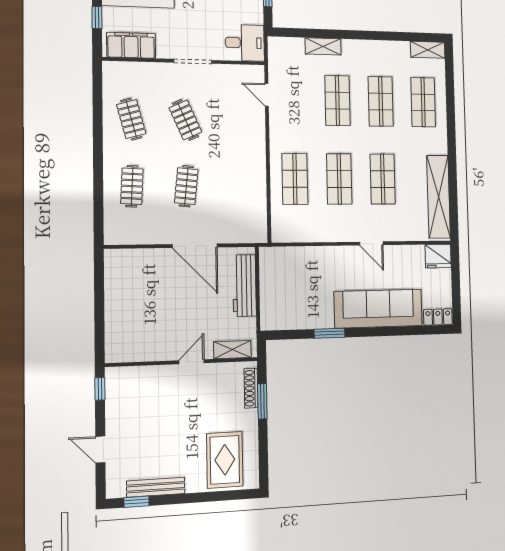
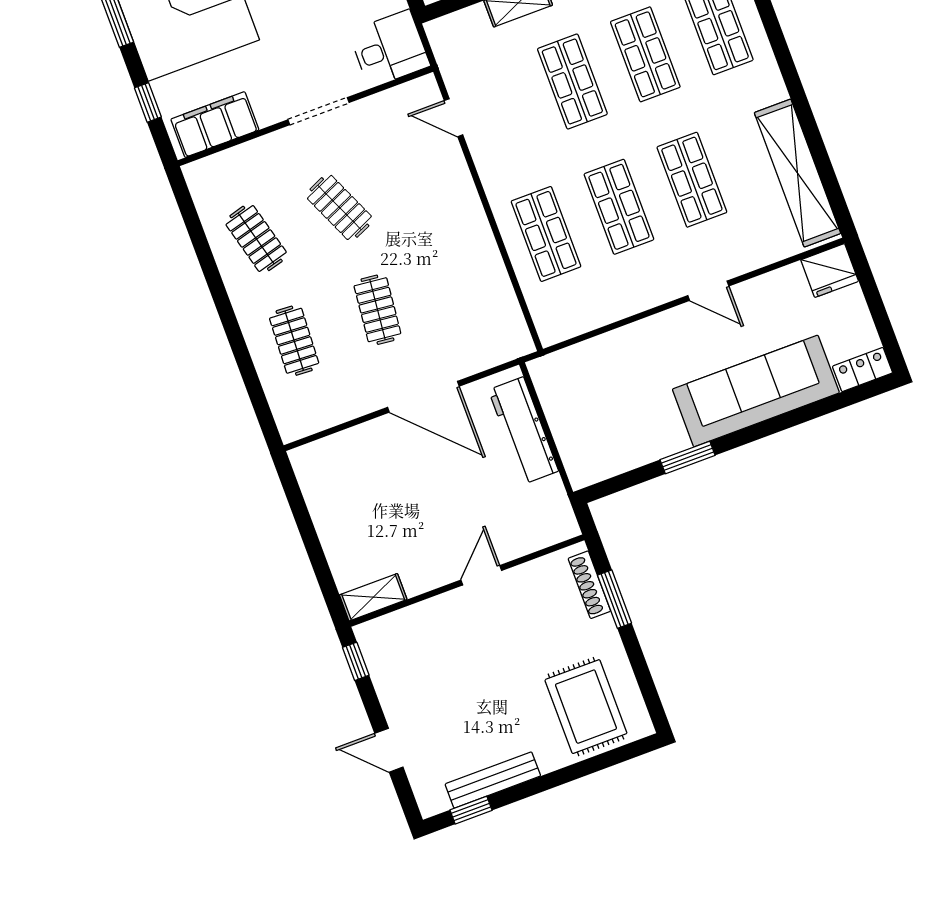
shelving: (232, 350) -> (373, 597), moved

